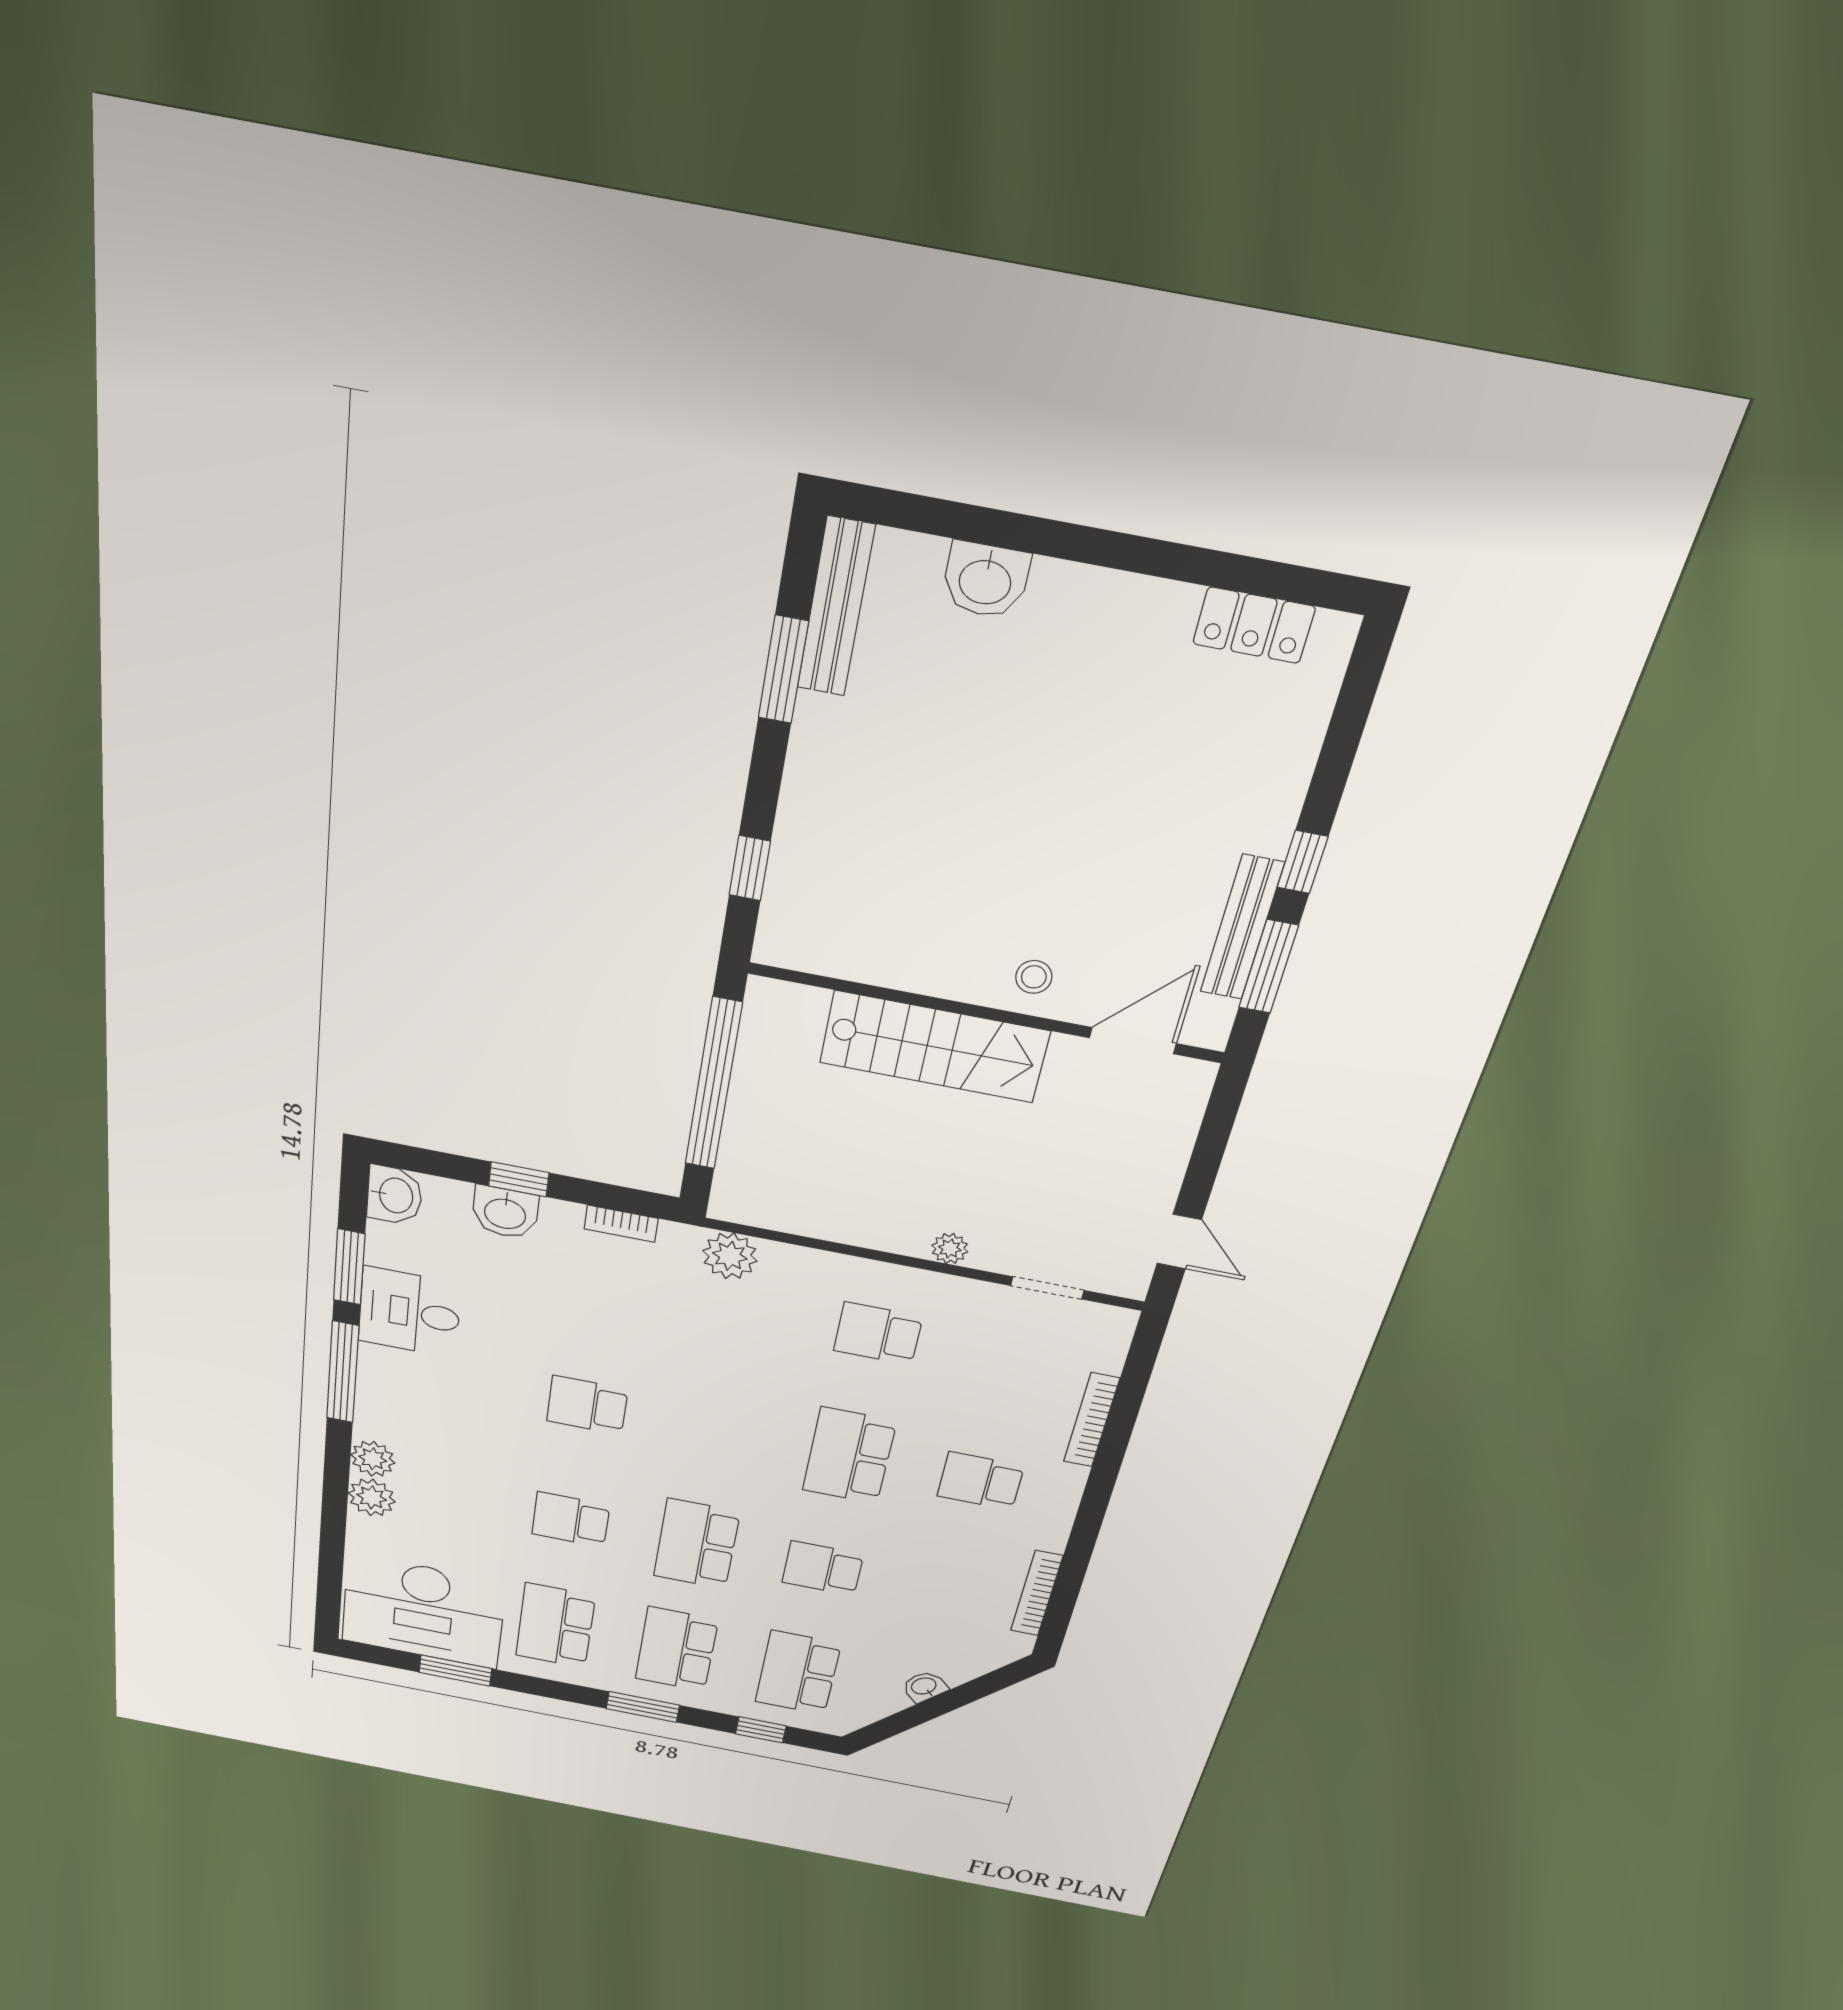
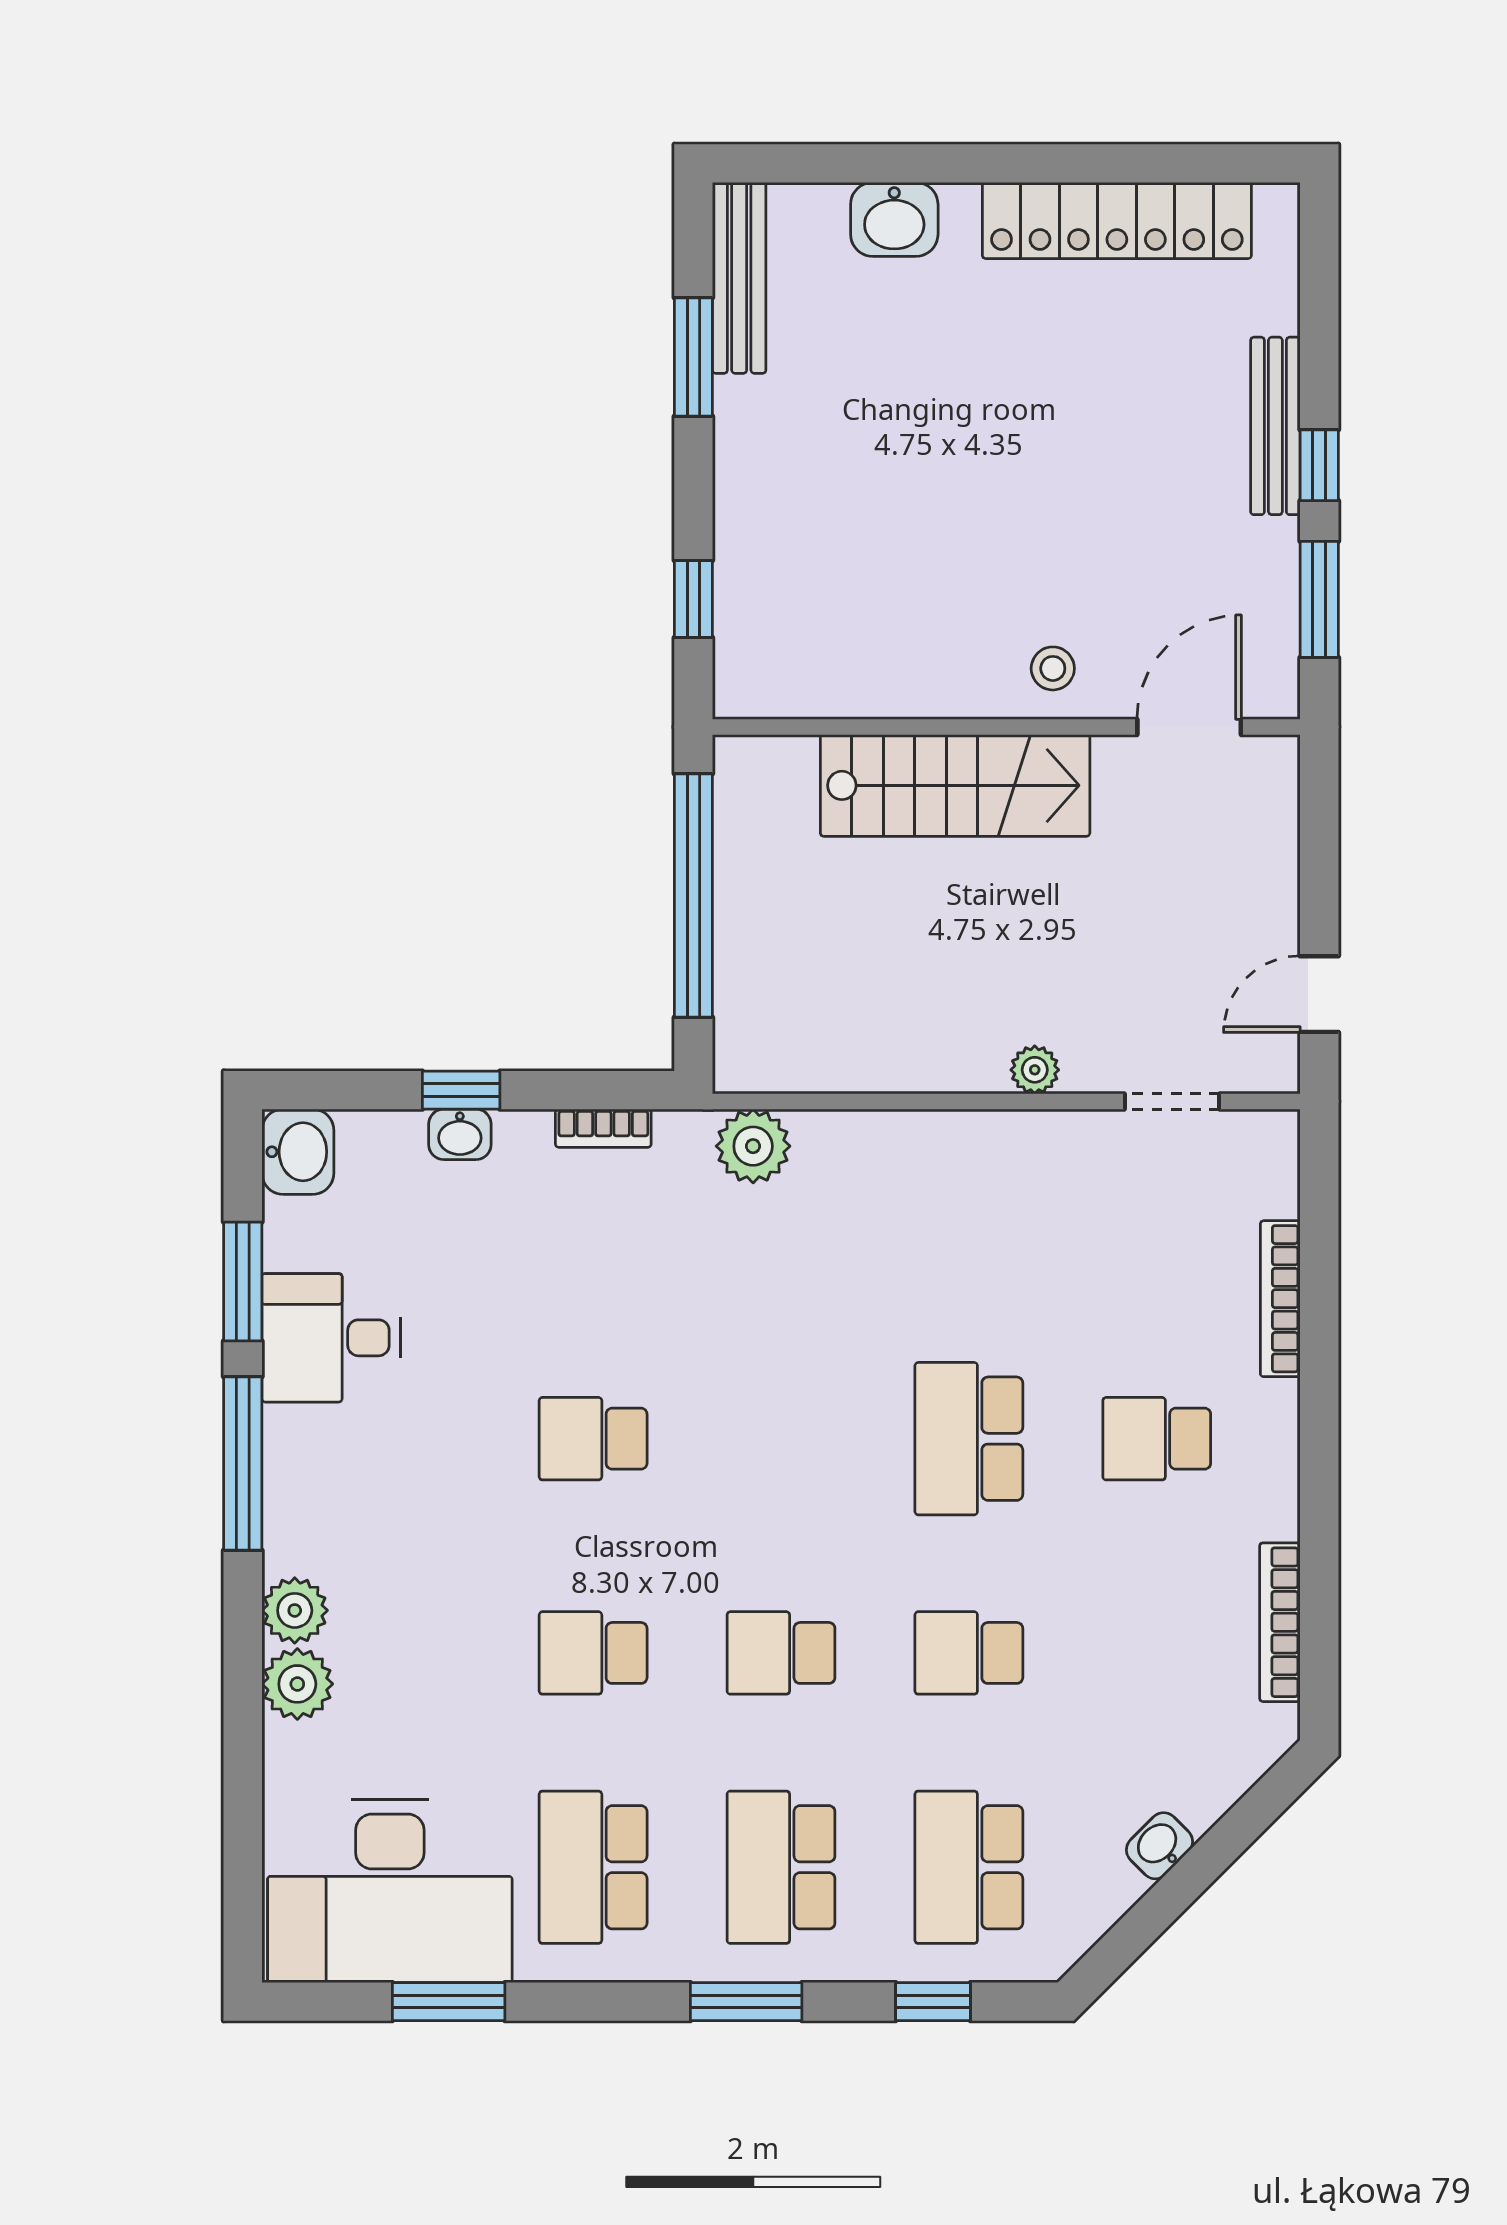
locker: (1254, 625) -> (1117, 220), width x2.16, depth x1.21
bench: (1242, 928) -> (1275, 426), moved
washbasin: (505, 1213) -> (460, 1134), width x0.72, depth x0.69
door: (1179, 1242) -> (1319, 994), swing flipped
school desk: (878, 1334) -> (969, 1224), removed
school desk: (697, 1544) -> (781, 1653), width x0.54

